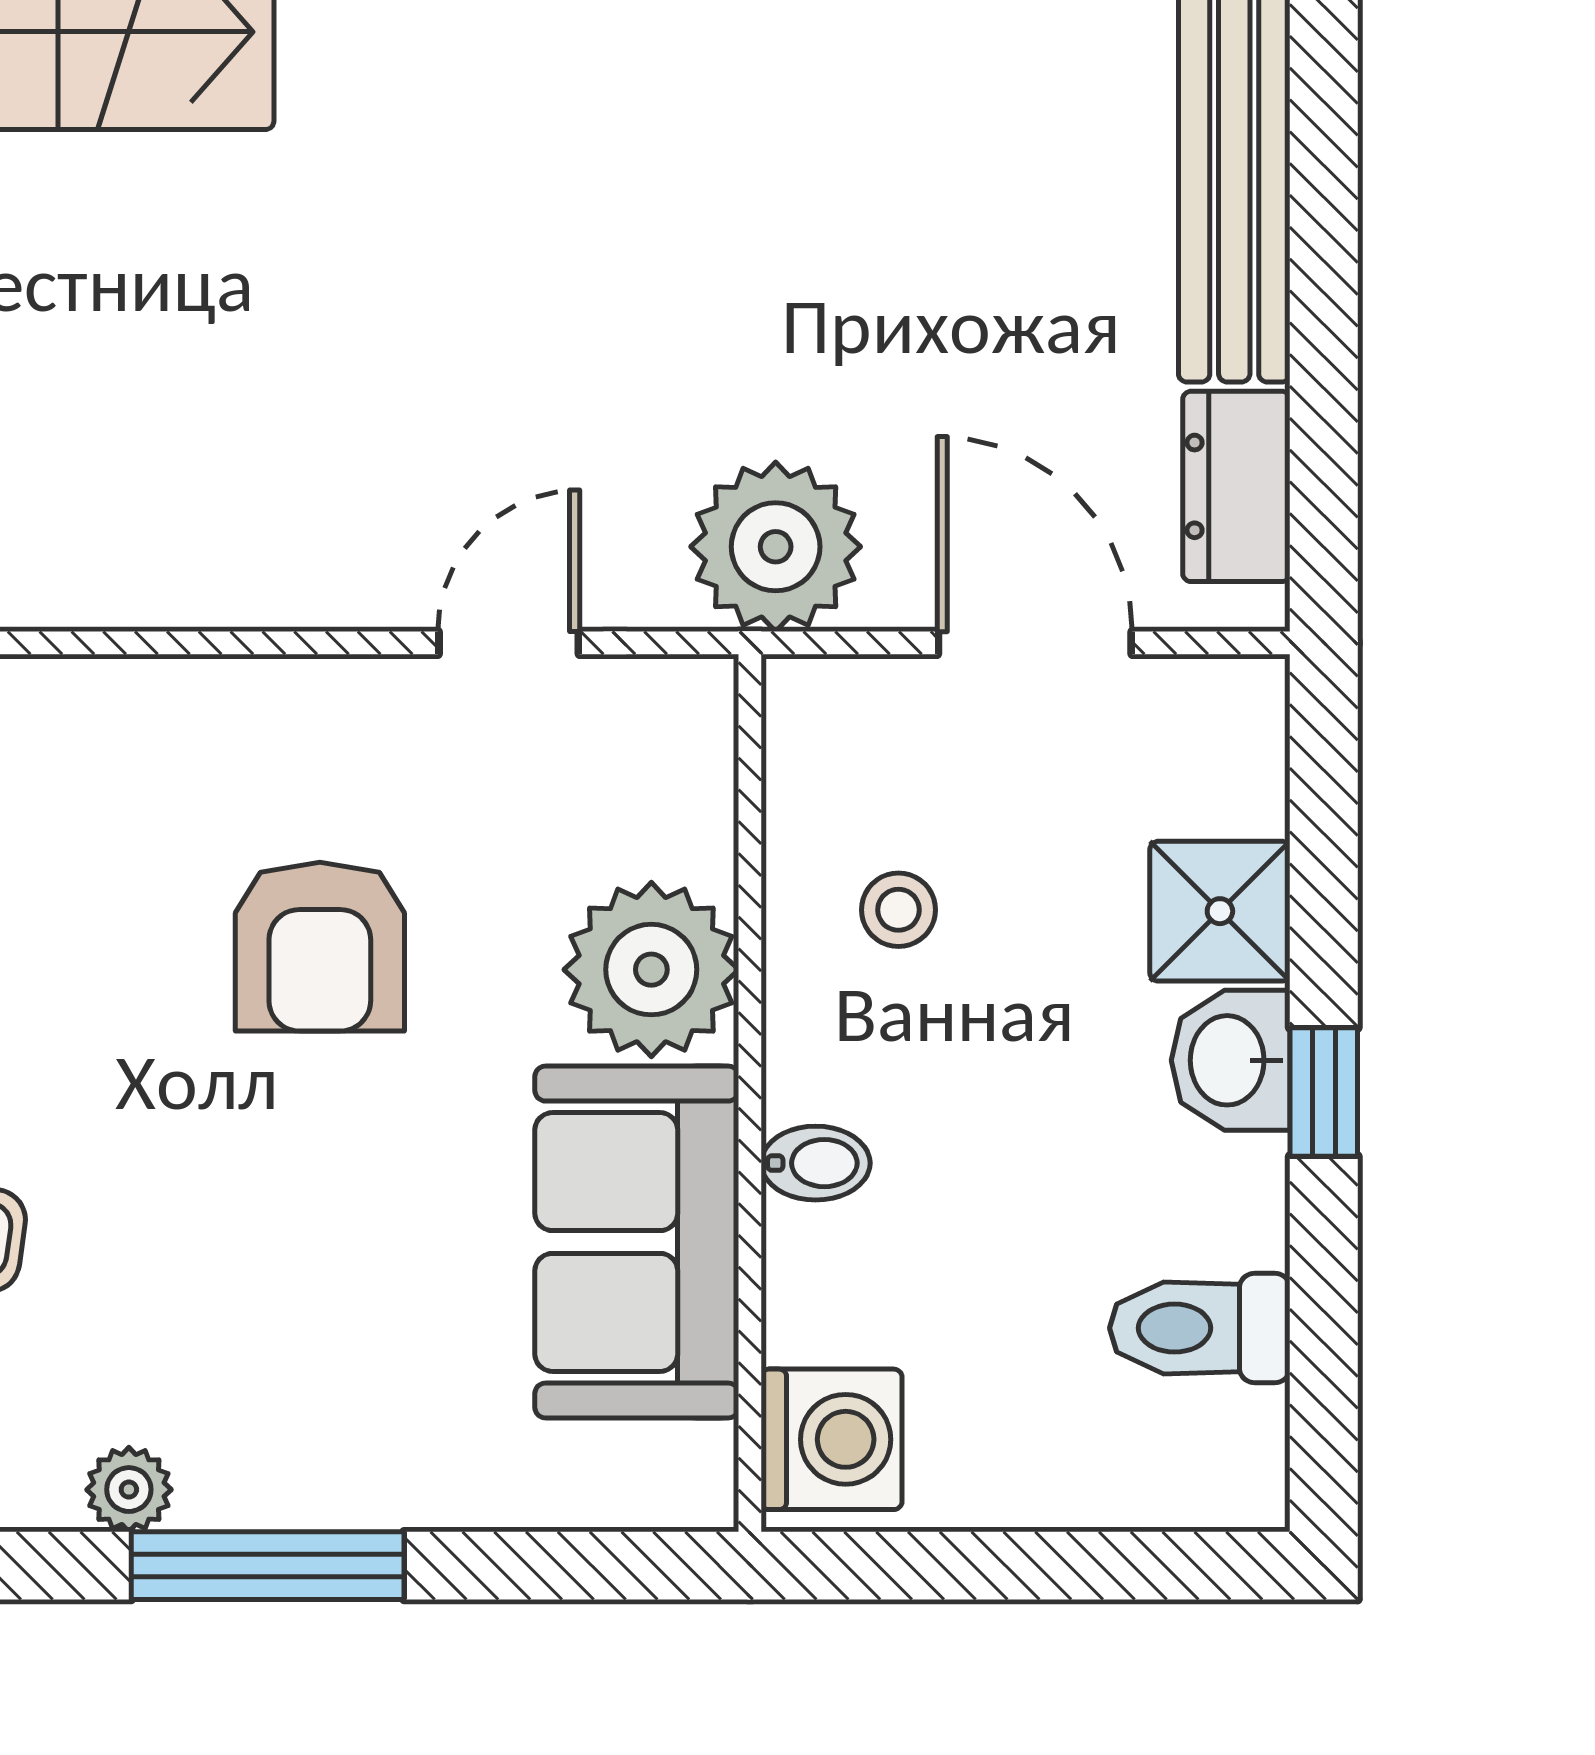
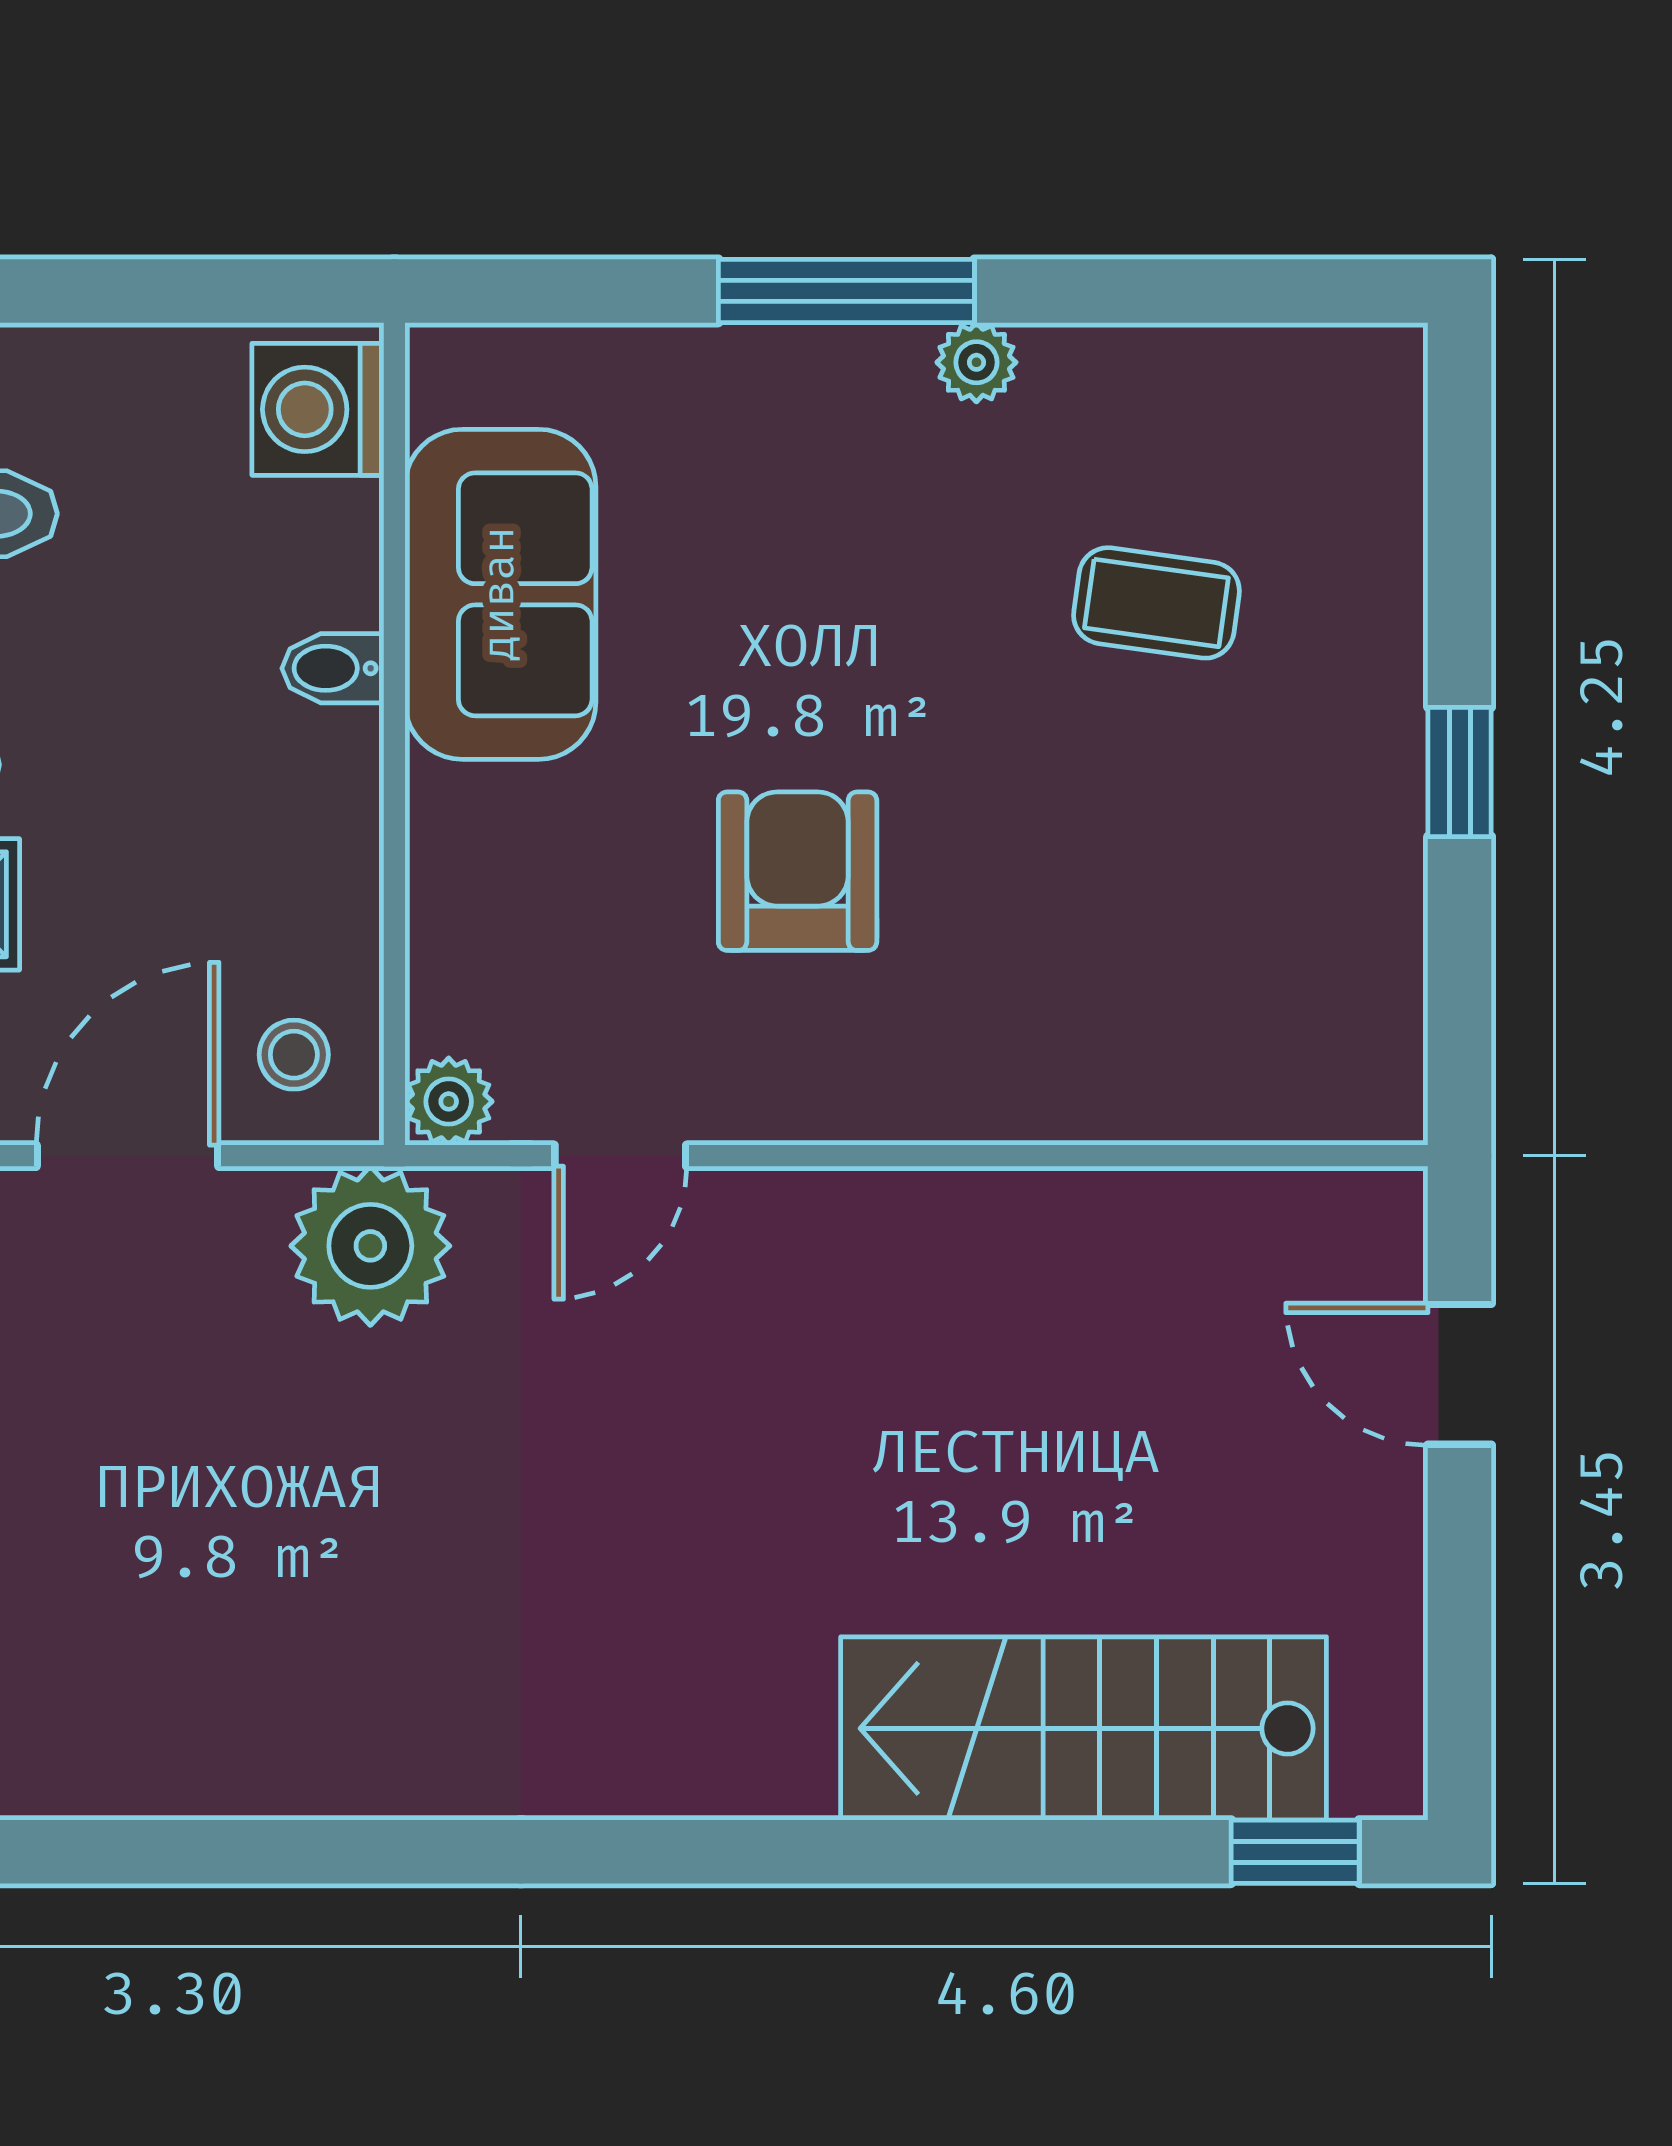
door: (1035, 643) -> (127, 1156), swing flipped
stool: (898, 910) -> (294, 1055), moved
plant: (651, 970) -> (449, 1101), moved, width x0.53, depth x0.53

